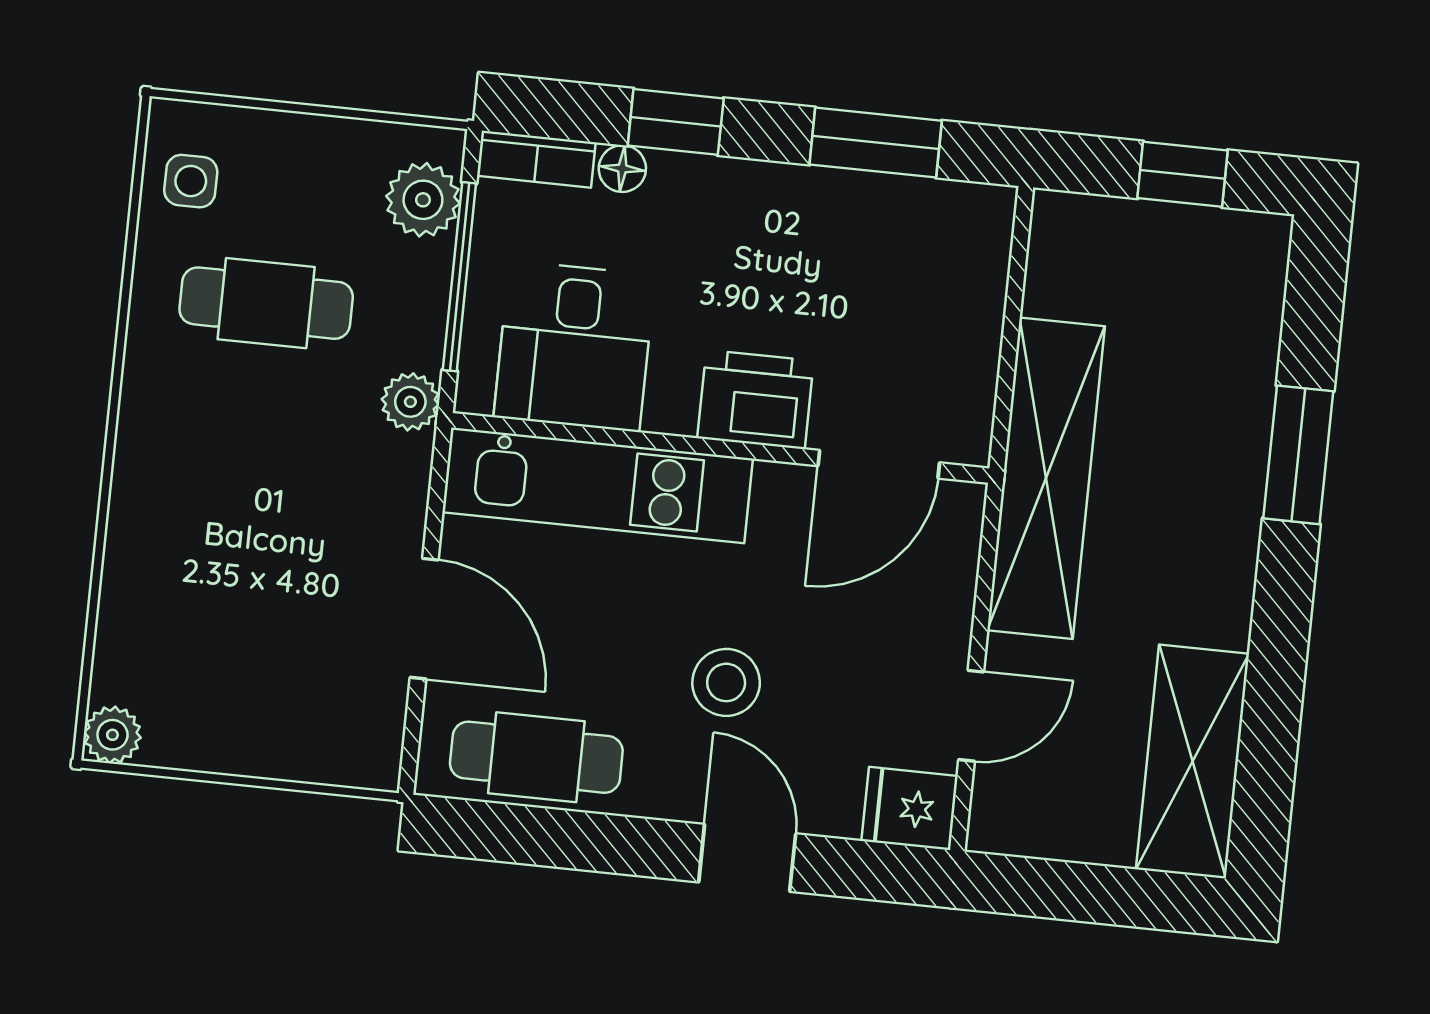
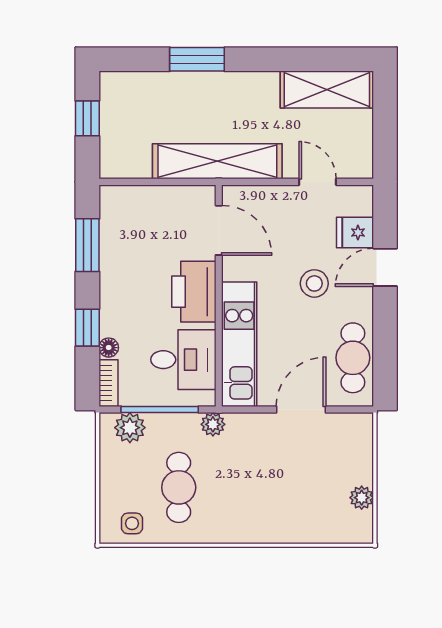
printer: (755, 400) -> (194, 292), width x1.37, depth x1.19
plant: (112, 735) -> (362, 498), moved
fridge: (910, 808) -> (355, 233), moved, turned 90

